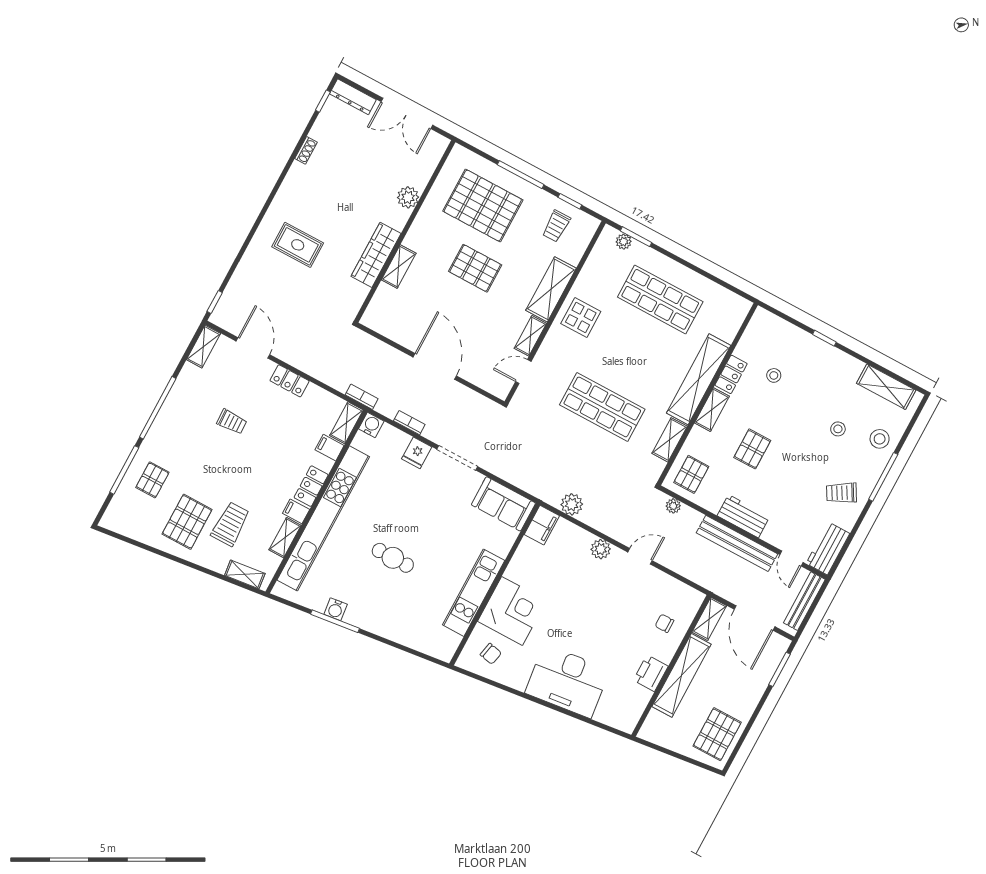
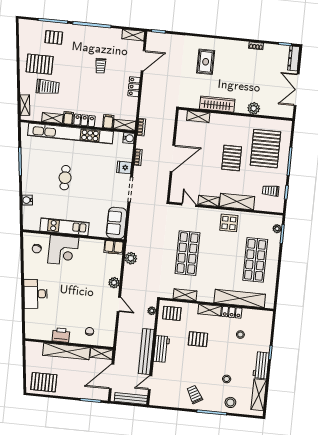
shelving: (399, 267) -> (198, 117), moved
shelving: (699, 379) -> (240, 298), moved
workbench: (828, 549) -> (261, 365), moved, turned -90
water cooler: (336, 609) -> (27, 200), moved
desk: (567, 681) -> (36, 294), width x0.73, depth x0.77

